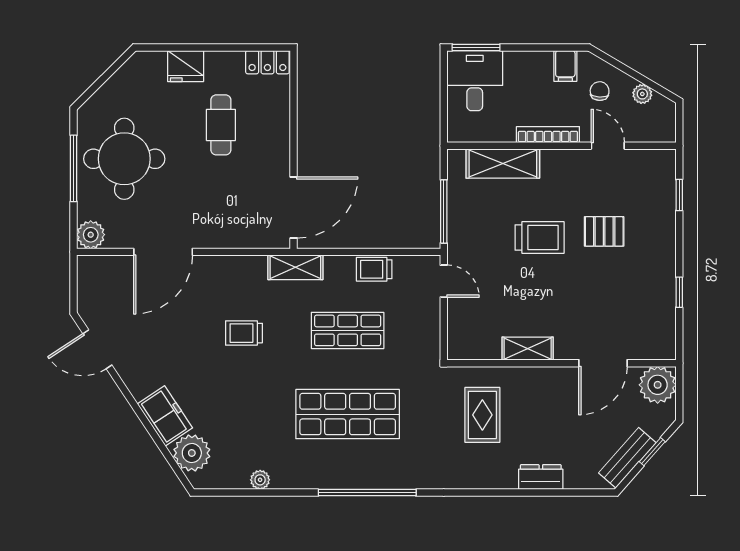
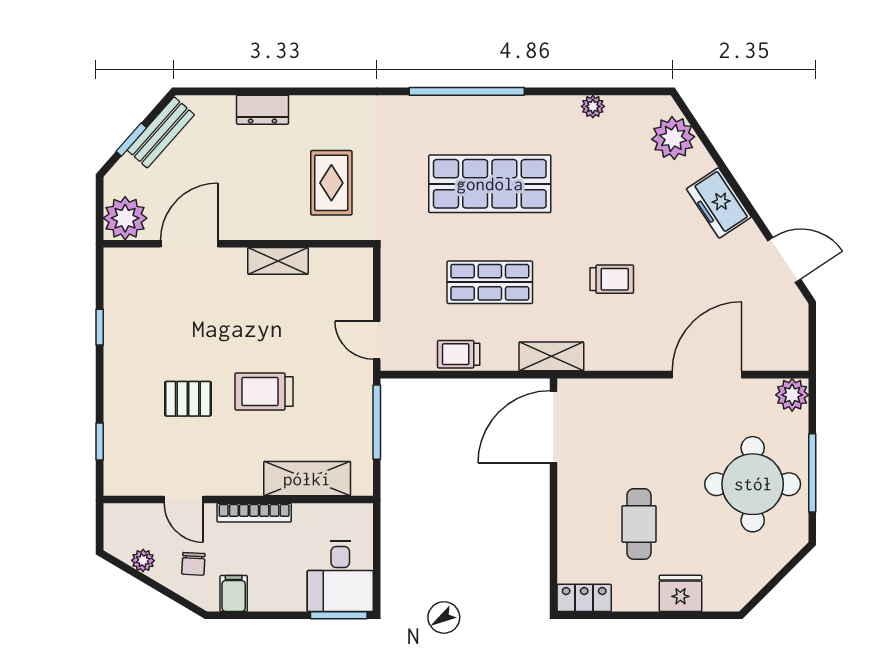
trolley: (374, 269) -> (459, 354), turned 180
freezer: (165, 416) -> (719, 203), moved

